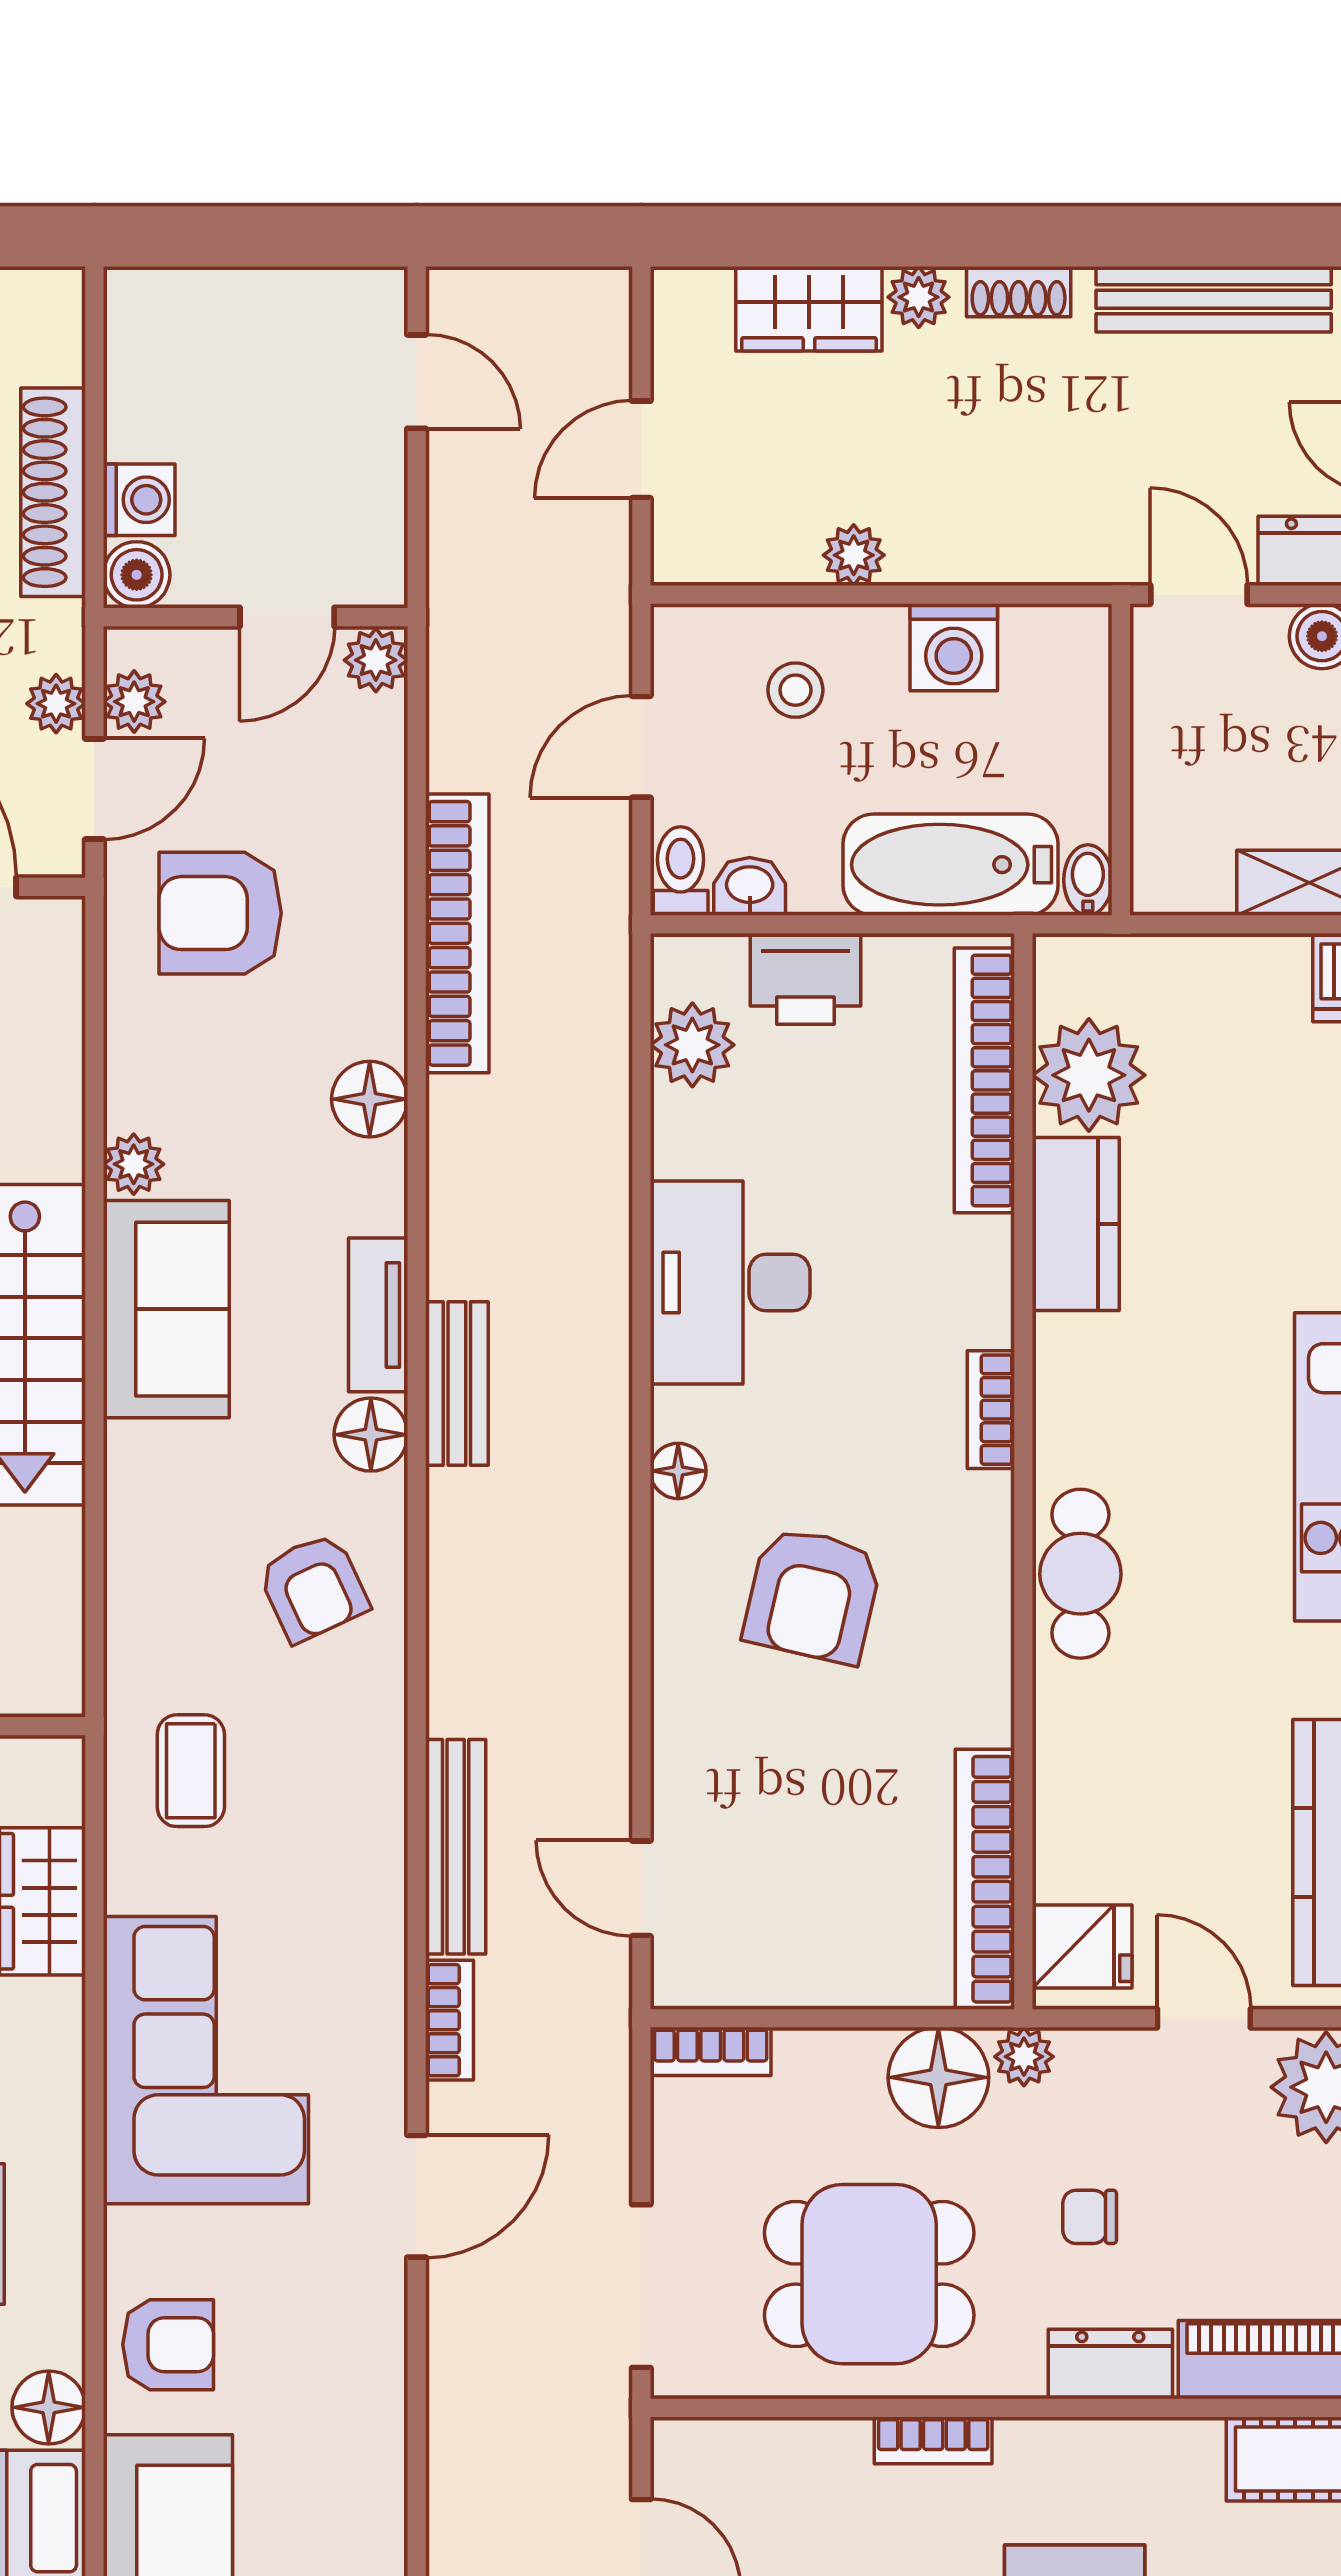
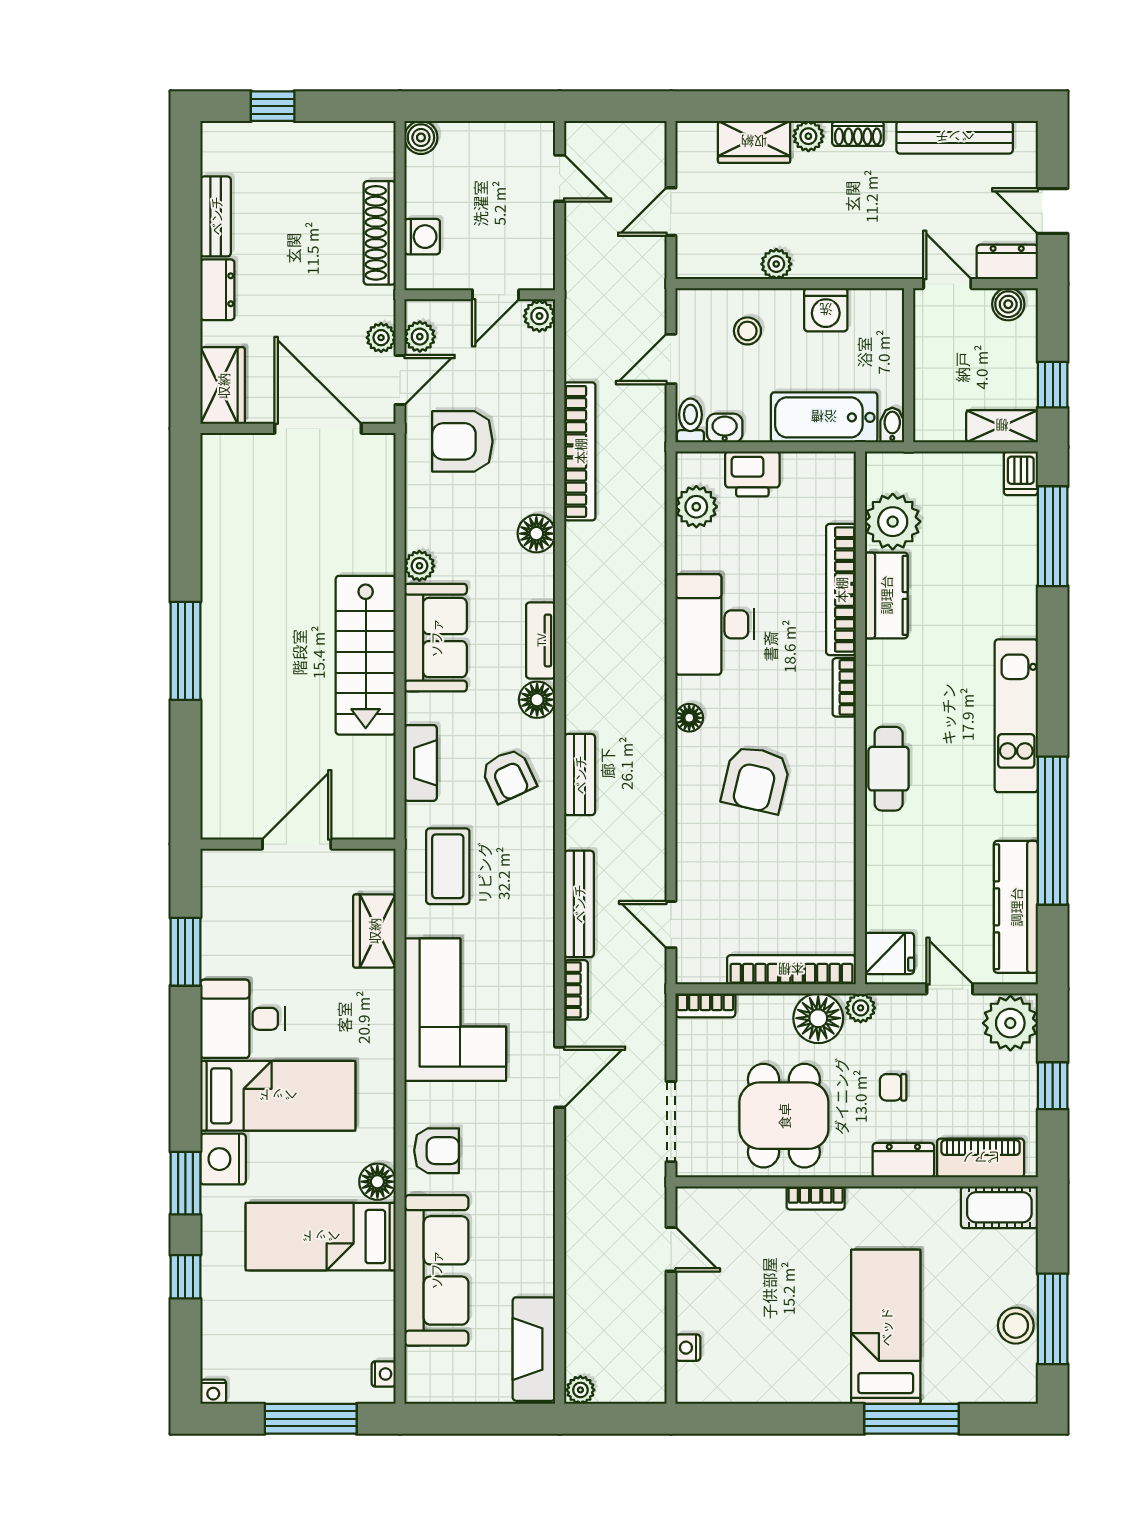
boiler: (137, 575) -> (421, 137), moved
bookcase: (984, 1080) -> (841, 590), moved
bench: (457, 1384) -> (580, 775), moved
fireplace: (136, 1562) -> (421, 763), added
coffee table: (191, 1771) -> (448, 866), width x1.36, depth x1.30
bookcase: (985, 1879) -> (791, 970), moved, turned 90
dining table: (869, 2274) -> (784, 1116), turned 90

